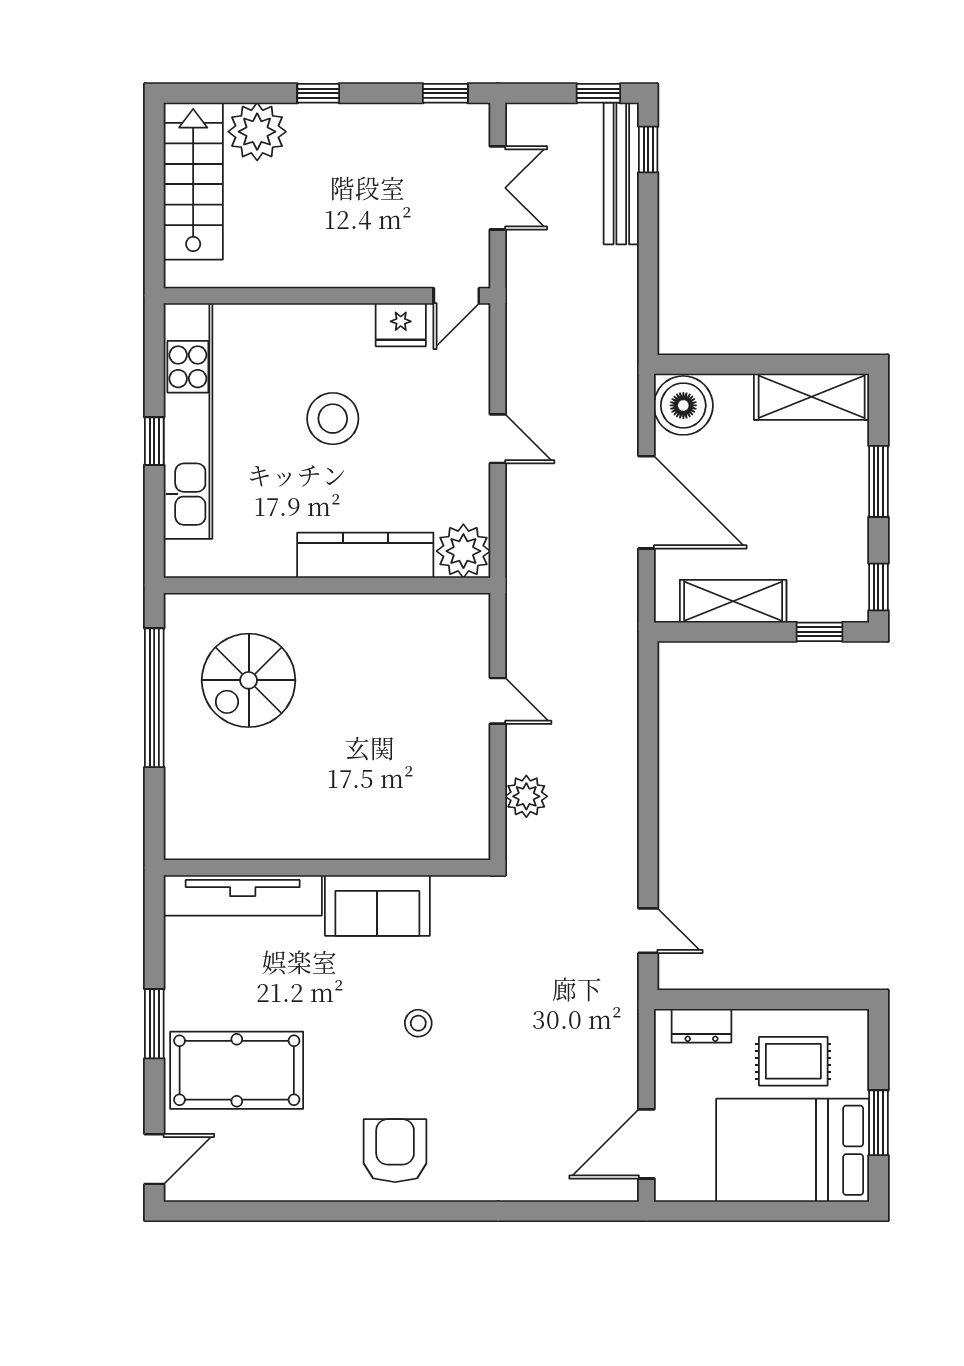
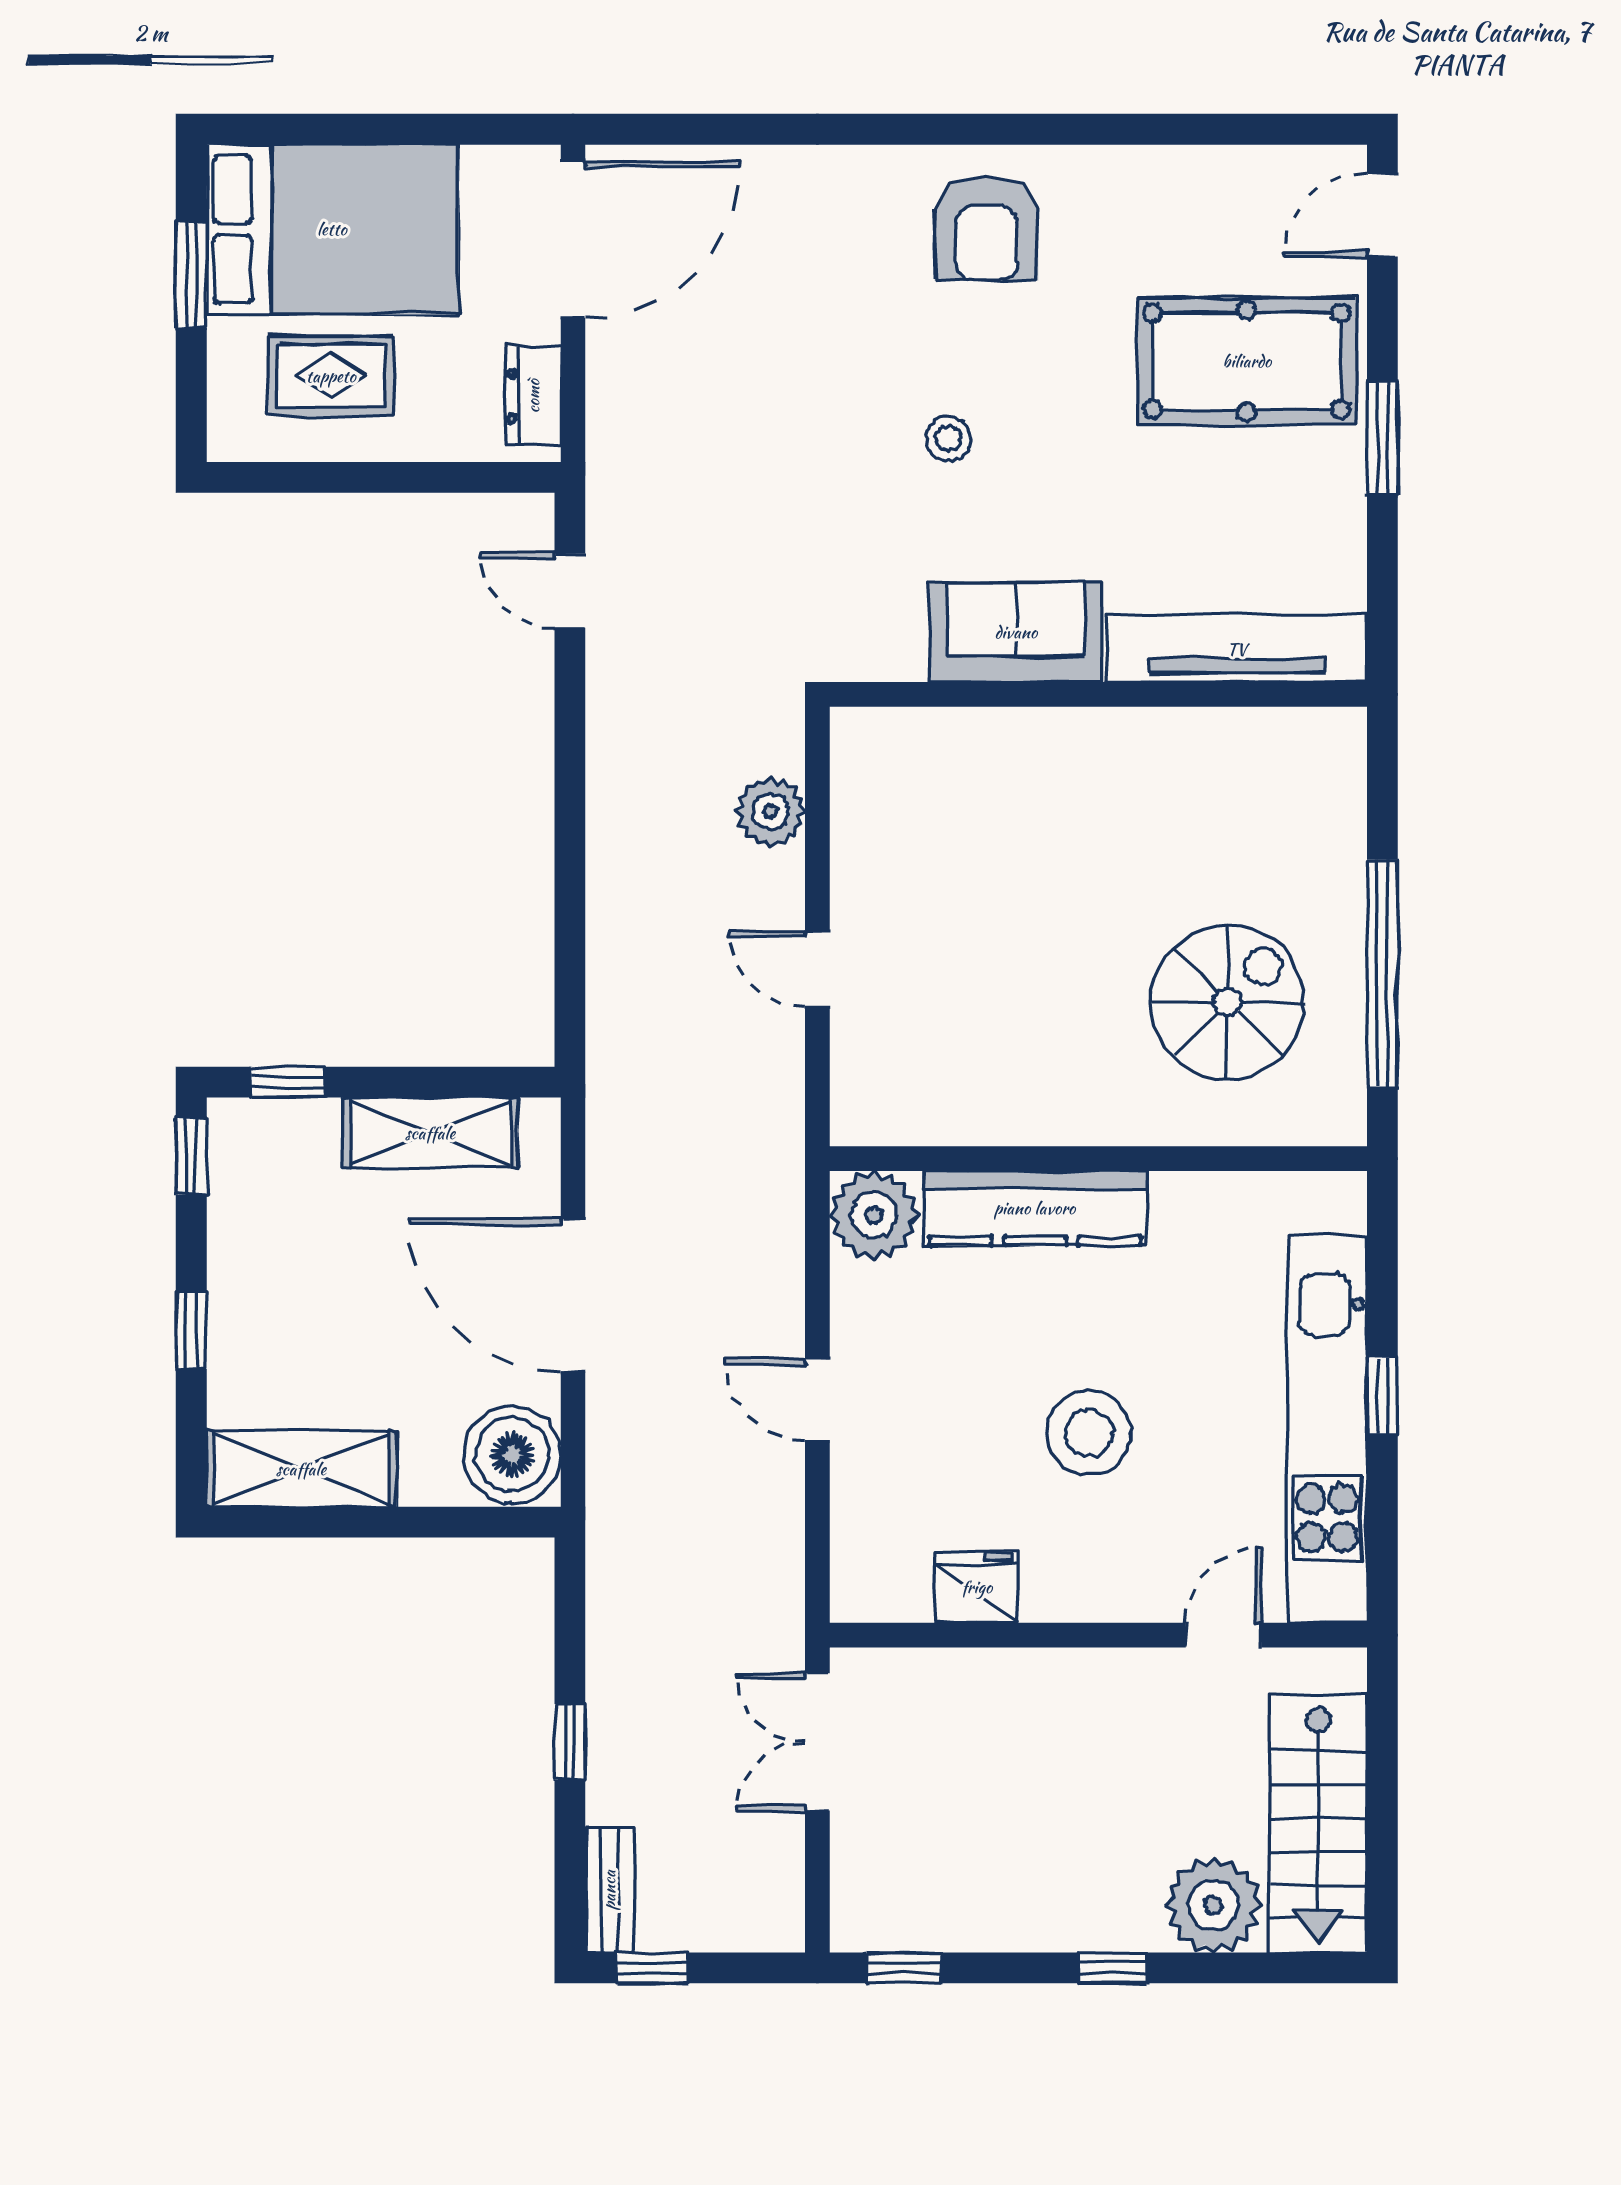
window: (648, 150) -> (570, 1742), moved
bench: (621, 174) -> (609, 1890), width x0.54, depth x0.82
double door: (498, 188) -> (817, 1742), moved
door: (456, 296) -> (1223, 1635), moved
window: (878, 481) -> (191, 1330), width x0.67
dresser: (702, 1026) -> (533, 396), moved, turned -90
door: (646, 1144) -> (573, 240), width x1.36

